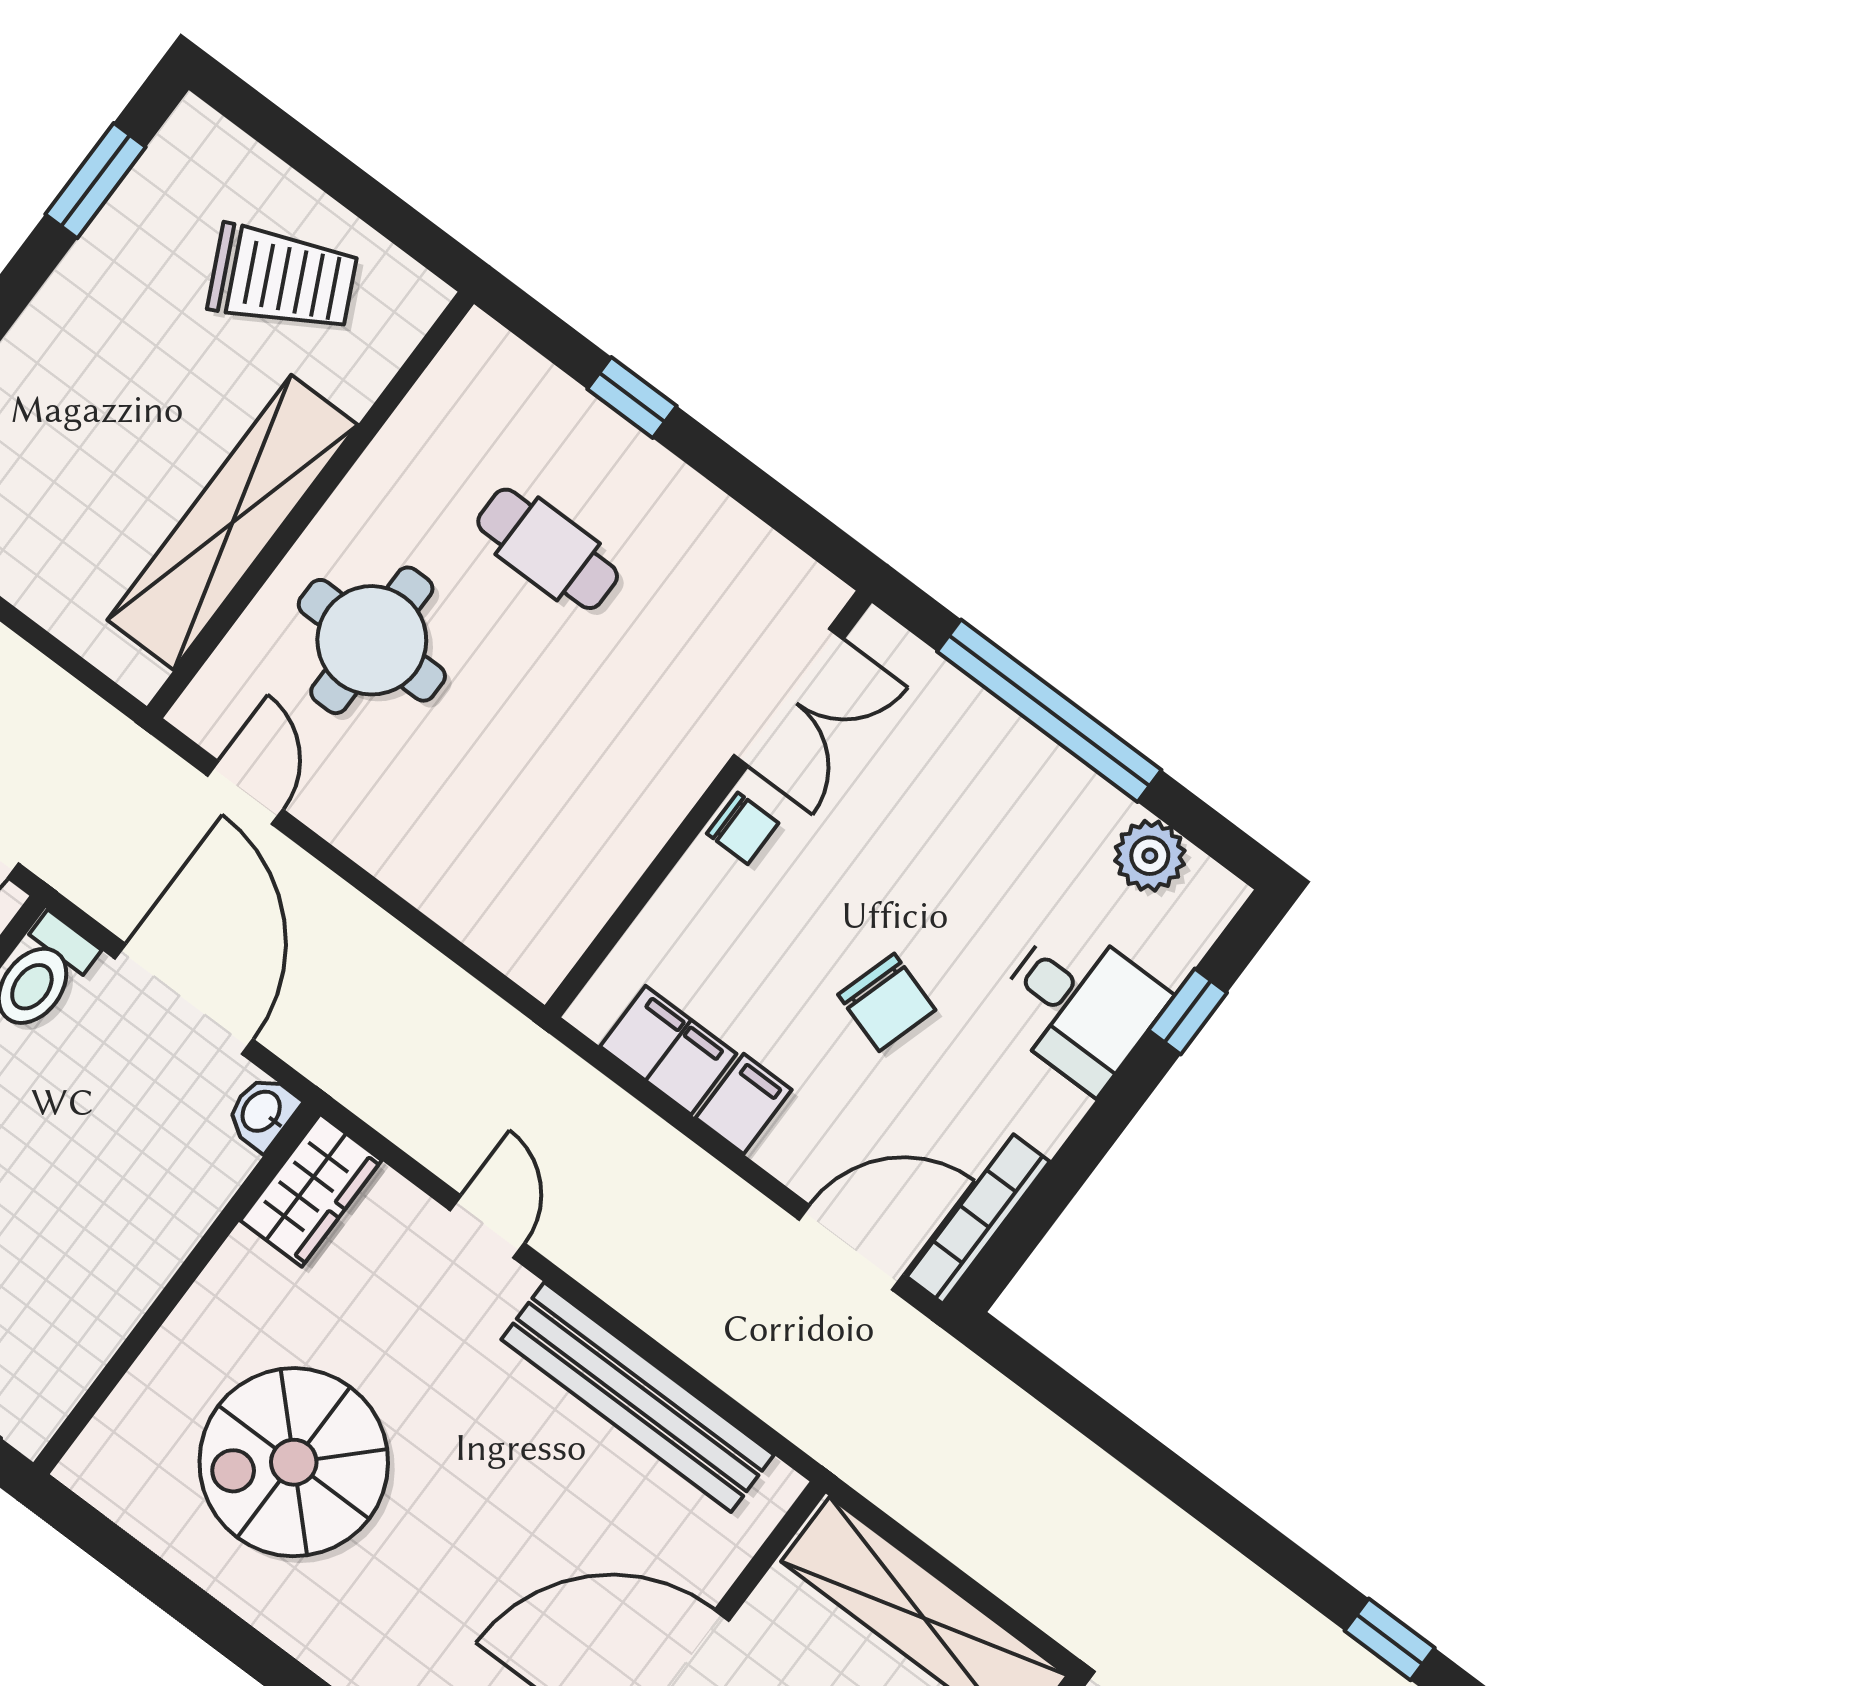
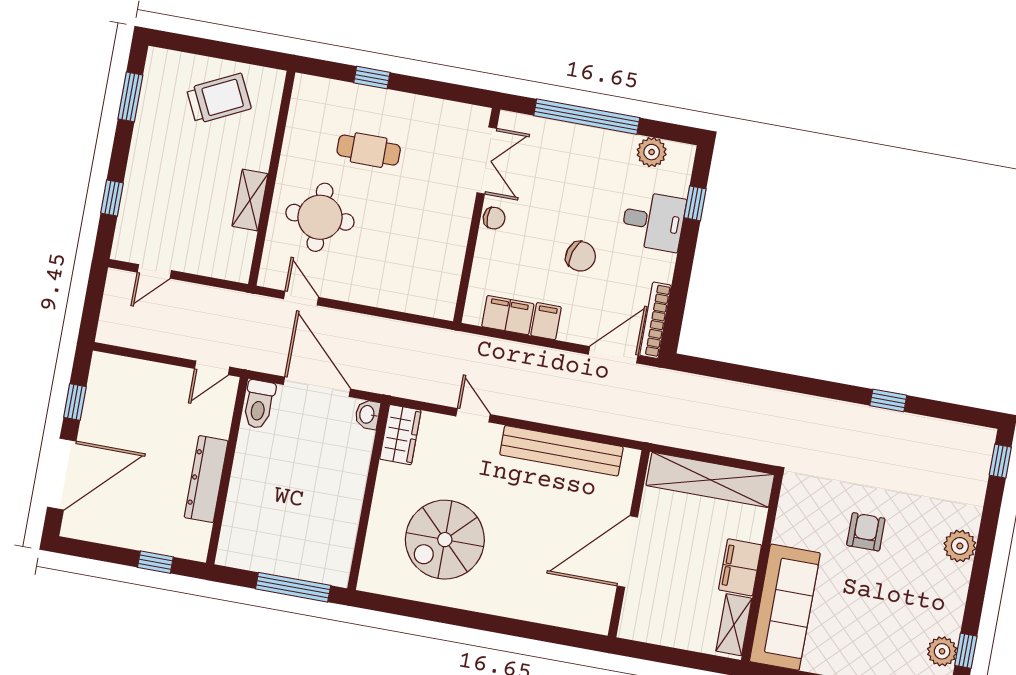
shelving: (232, 522) -> (250, 200), width x0.45, depth x0.75

